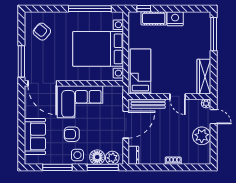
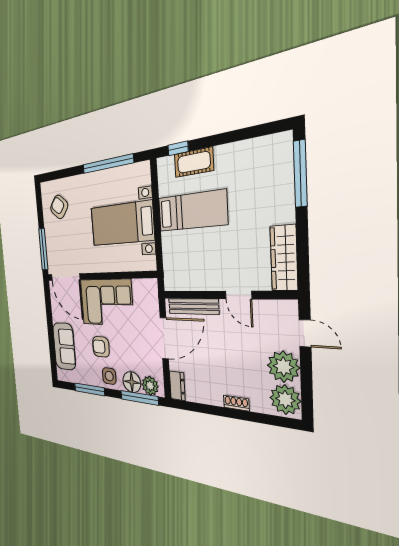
nightstand: (175, 19) -> (228, 156), removed
bed with nightstands: (98, 49) -> (122, 224), width x0.73
bed: (140, 71) -> (192, 211), moved, turned 90
plant: (206, 103) -> (285, 399), moved, width x1.88, depth x1.88

